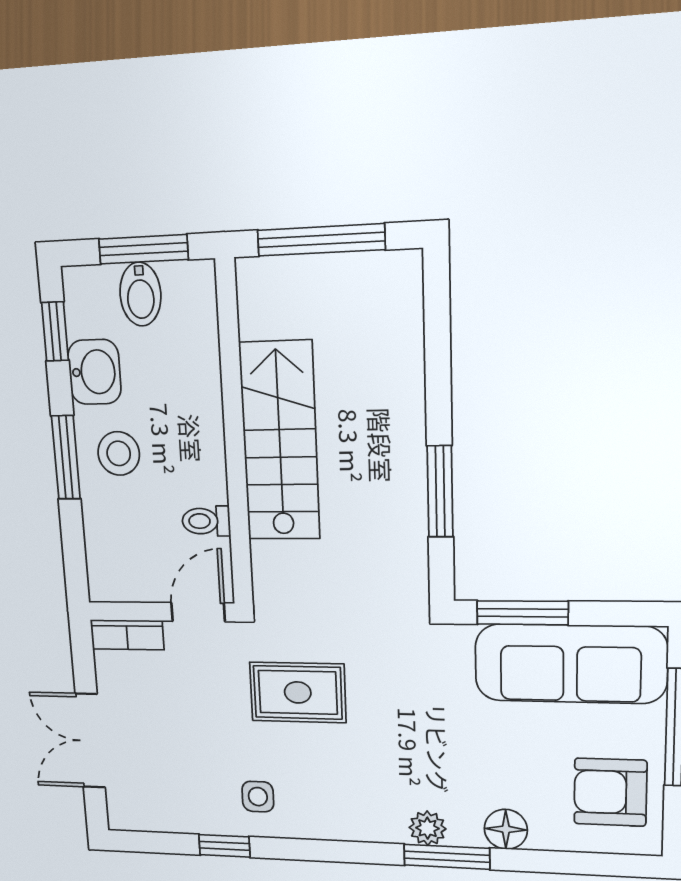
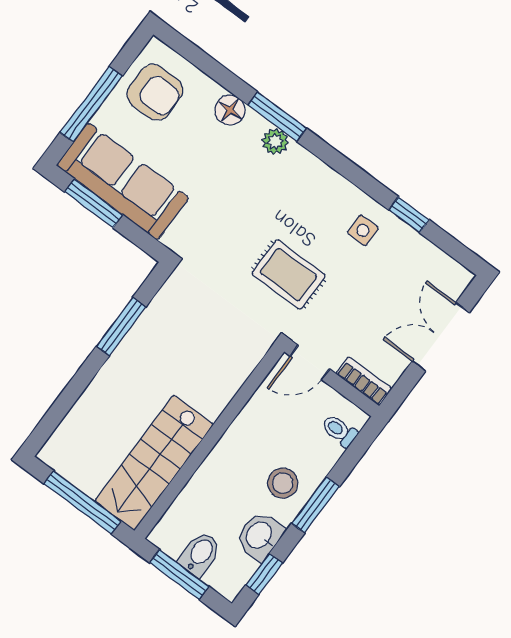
stairs: (280, 441) -> (154, 463), moved
toilet: (206, 521) -> (339, 431), moved, turned 180
window: (522, 613) -> (94, 203), moved
double door: (90, 741) -> (441, 337), swing flipped

